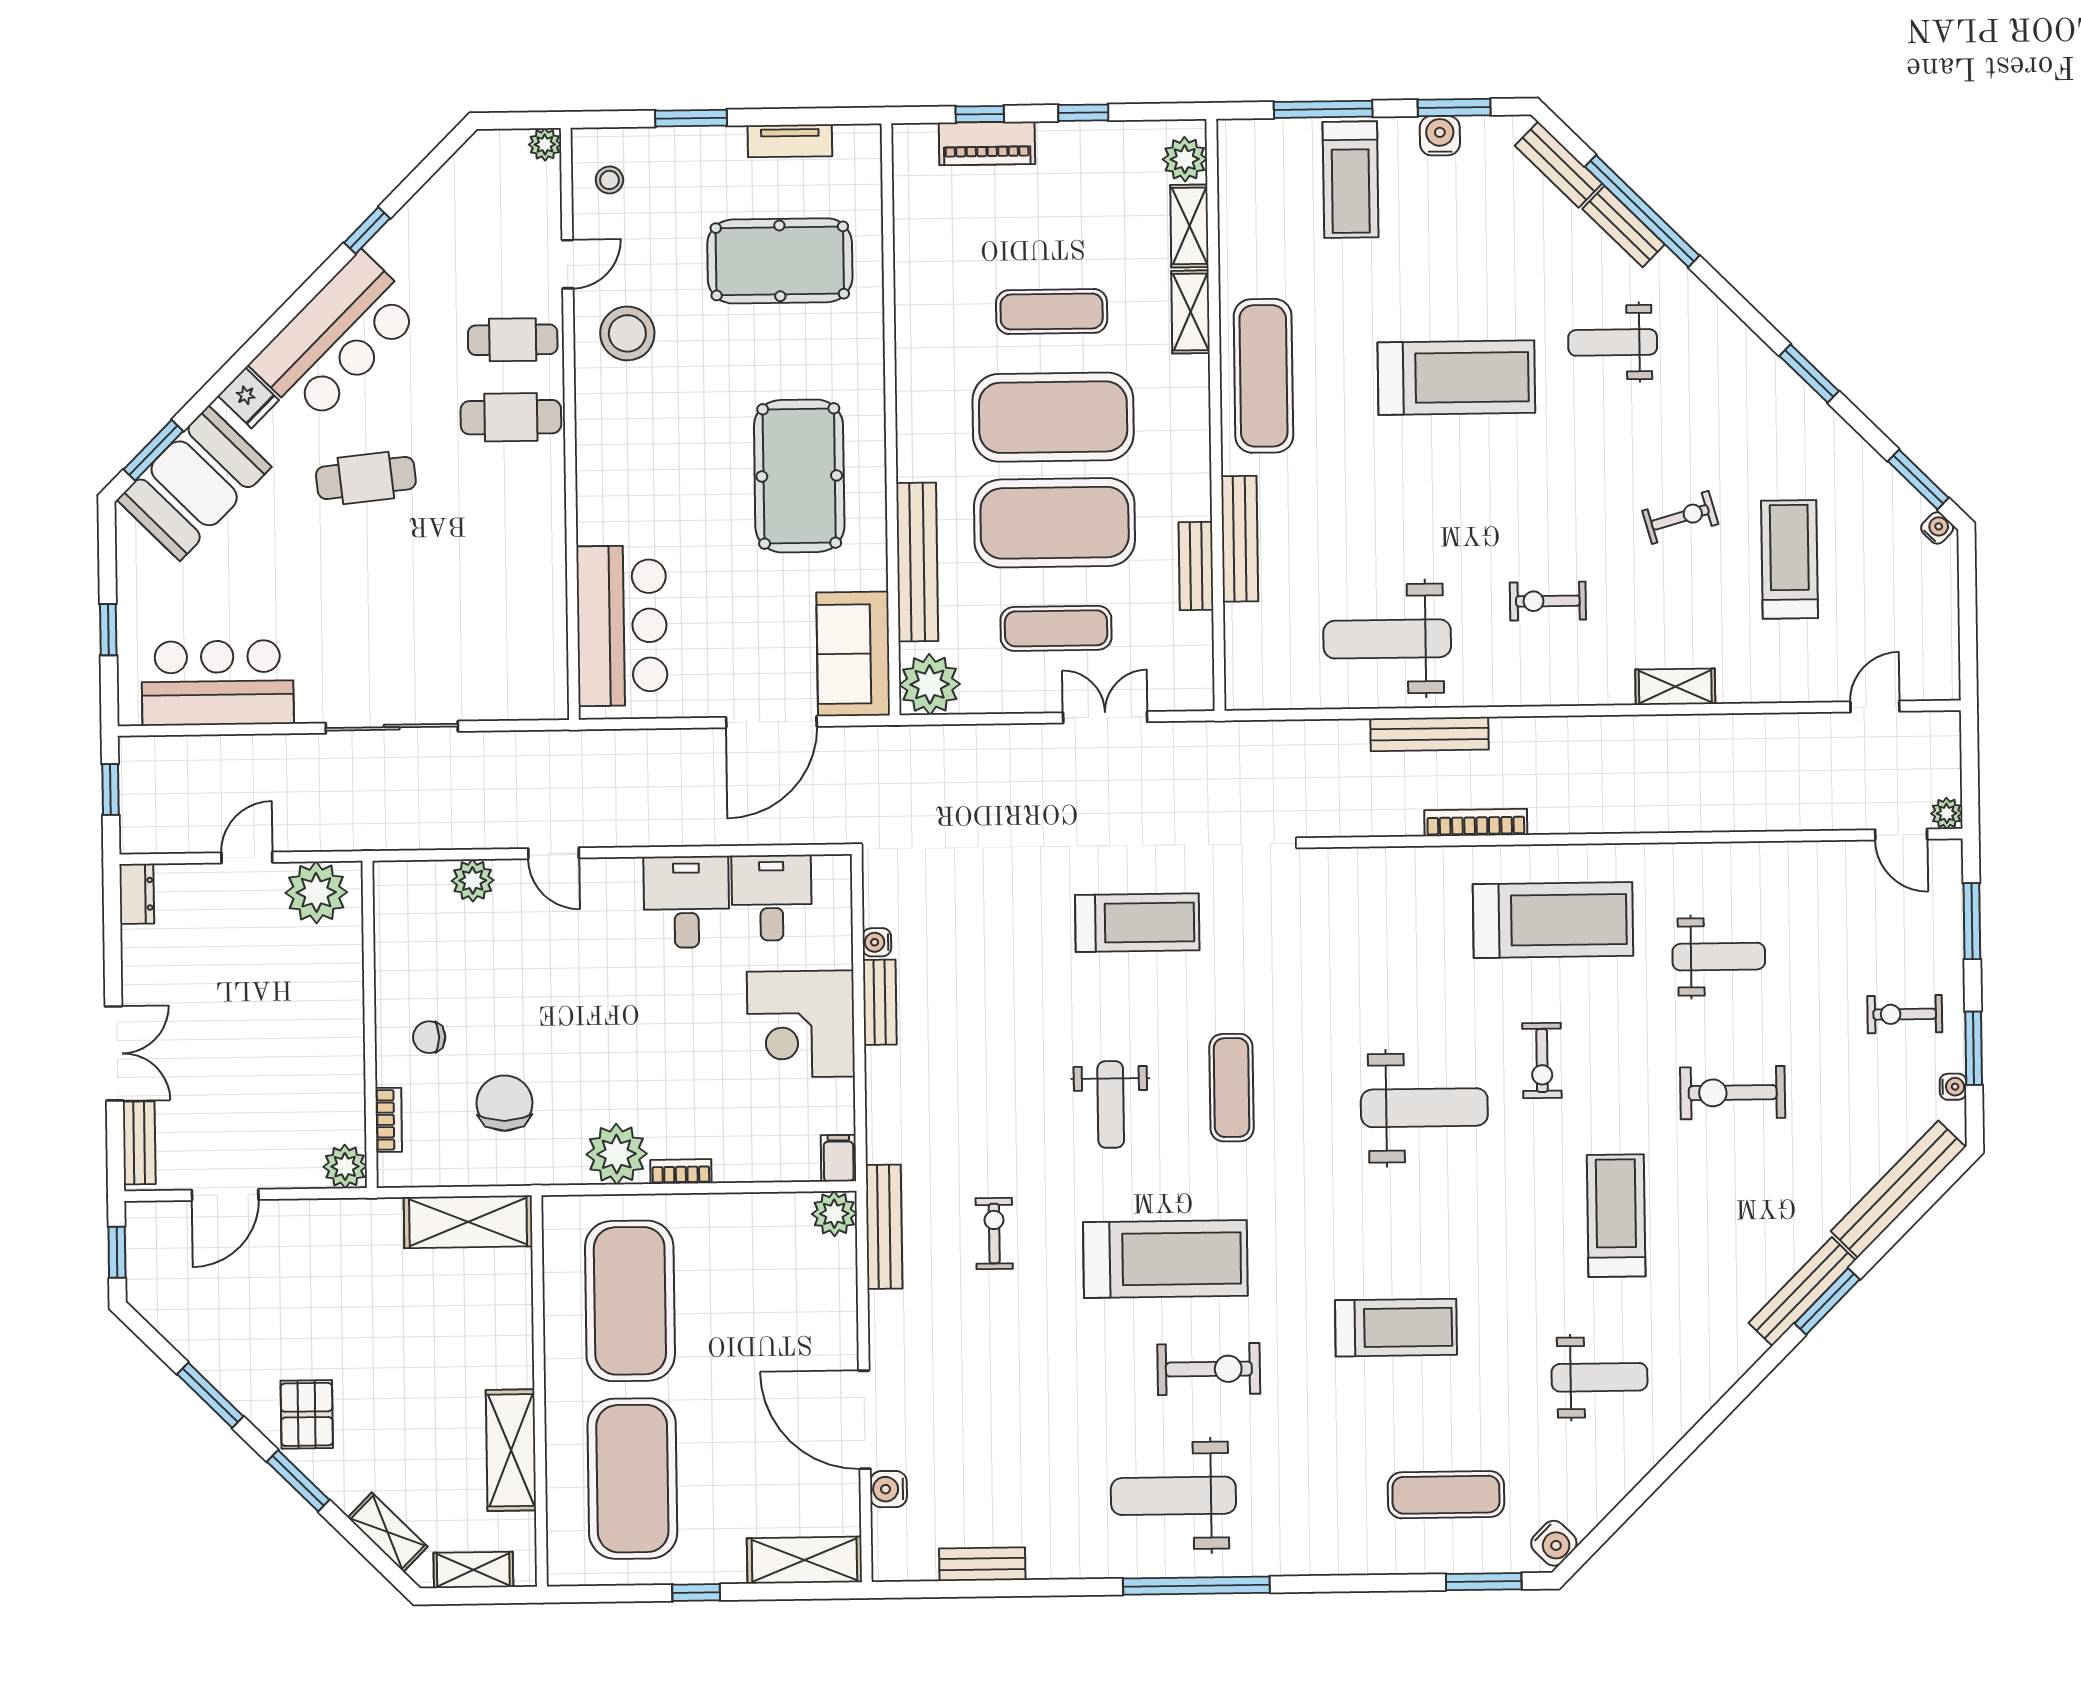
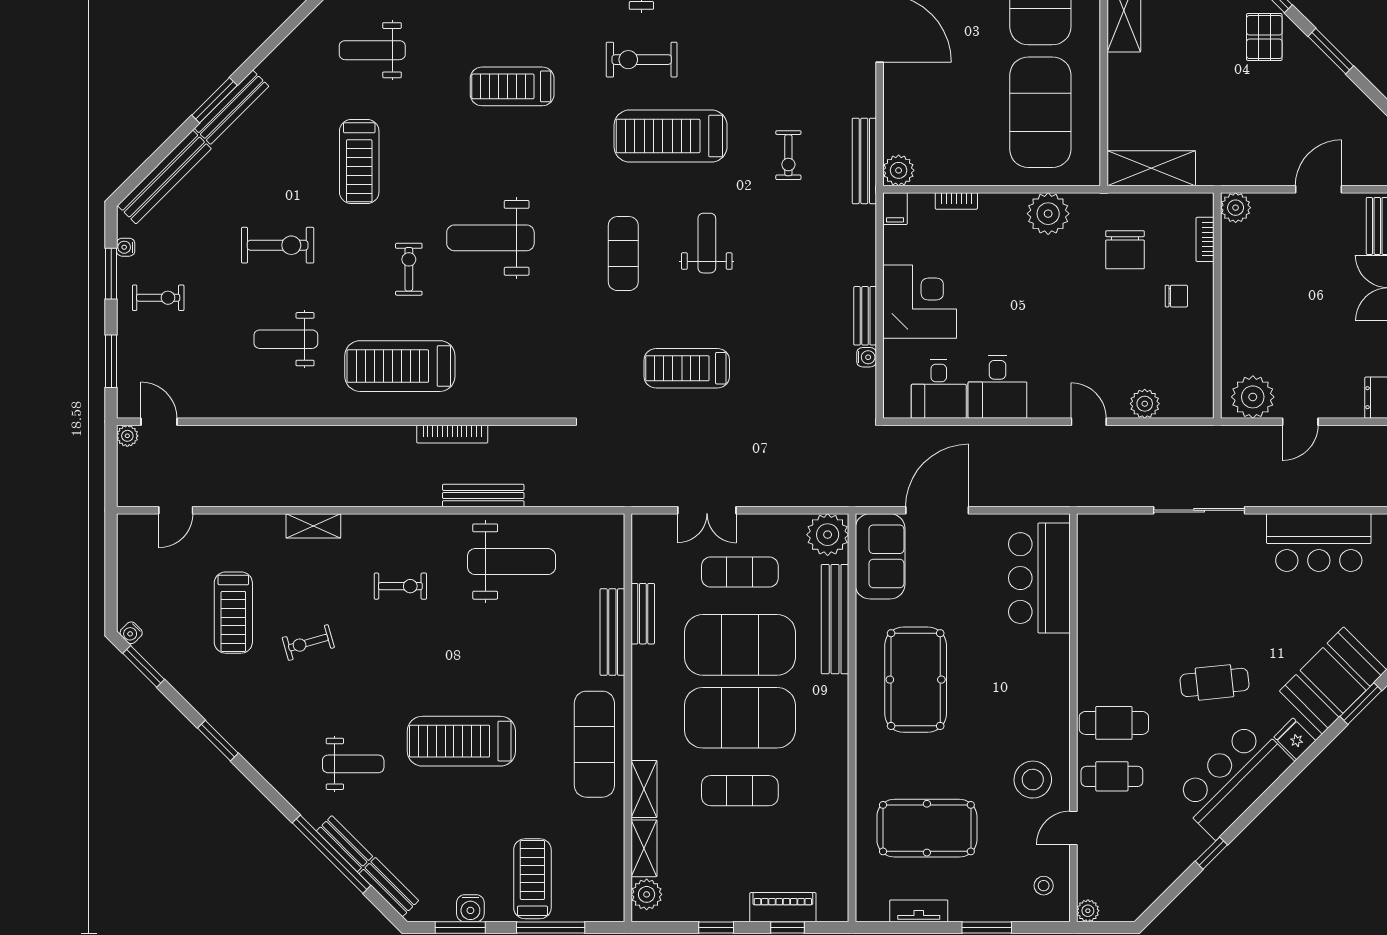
bookcase: (681, 1172) -> (956, 201), moved

